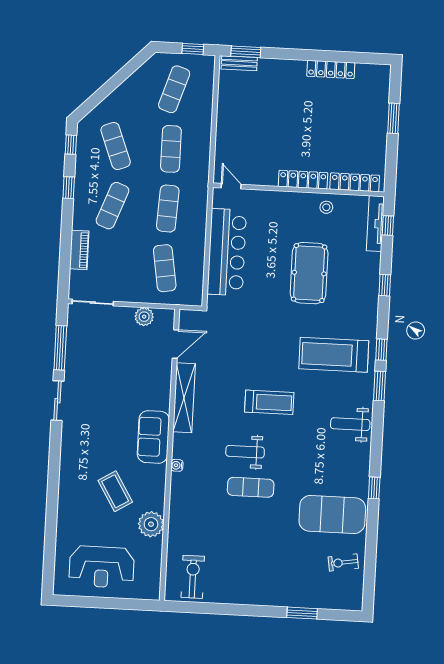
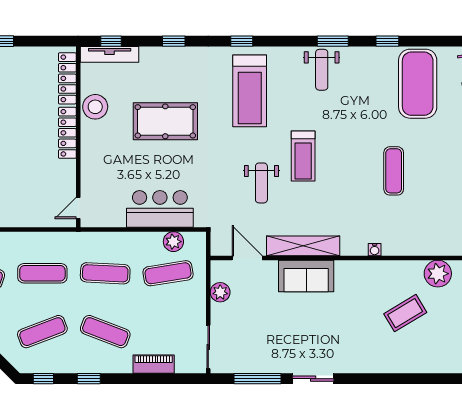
stool: (326, 207) -> (95, 107), width x1.89, depth x1.89
bar counter: (227, 252) -> (160, 209), width x0.73
plant: (194, 275) -> (173, 242), added
window: (379, 386) -> (333, 41), moved
treadmill: (269, 402) -> (303, 156), turned 180
sofa: (153, 437) -> (306, 276), moved
weight bench: (245, 452) -> (261, 183), moved

